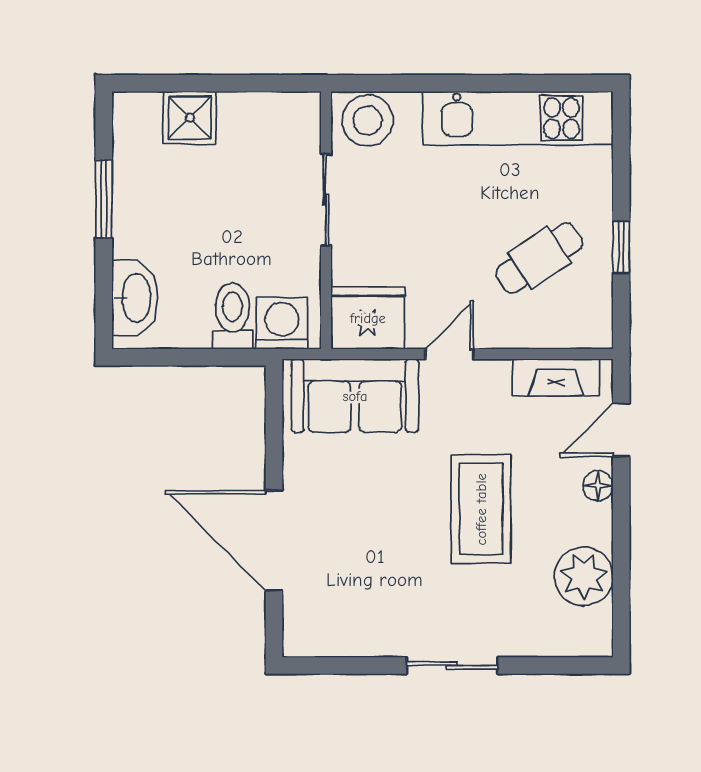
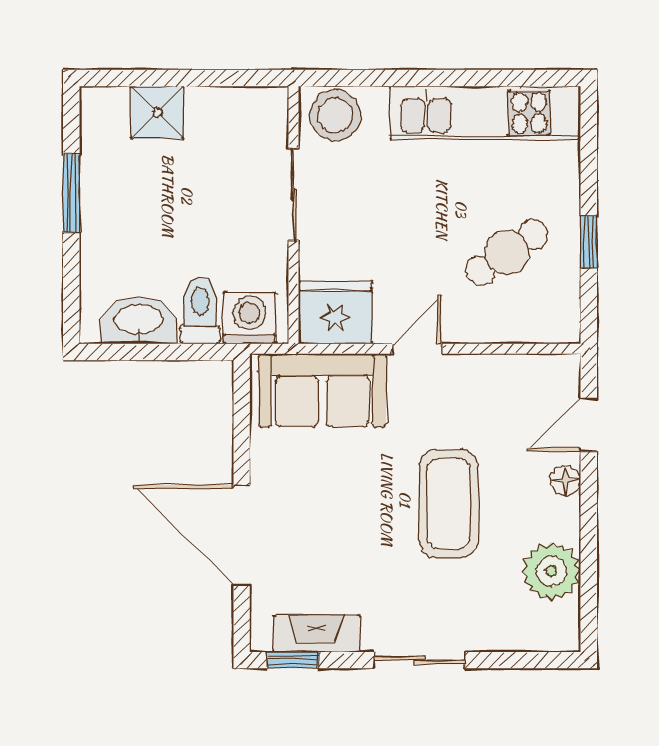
washbasin: (135, 298) -> (139, 321), moved, turned -90
fireplace: (556, 377) -> (317, 633), moved, turned 180
window: (325, 666) -> (293, 660), added

